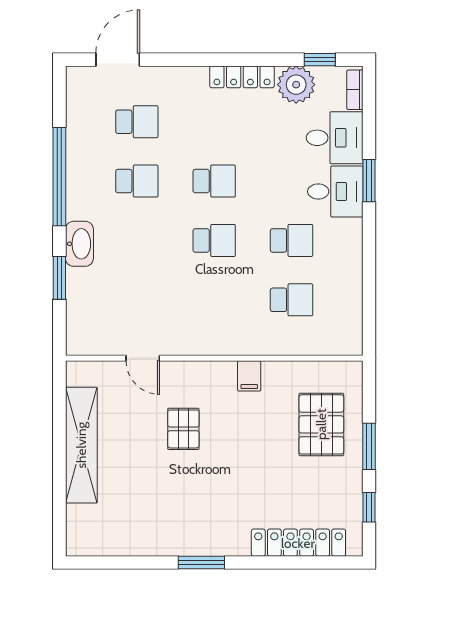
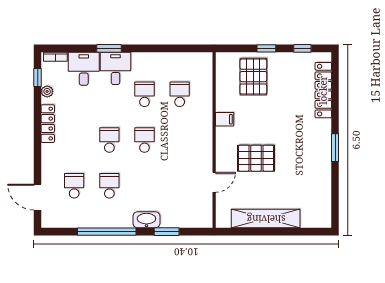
plant: (296, 85) -> (47, 91), width x0.53, depth x0.53
pallet: (321, 424) -> (253, 77), turned 90
pallet: (183, 429) -> (256, 158), width x1.50, depth x1.42
window: (369, 446) -> (266, 48), width x0.67

